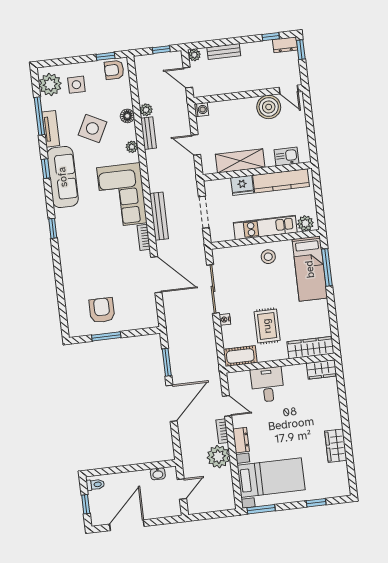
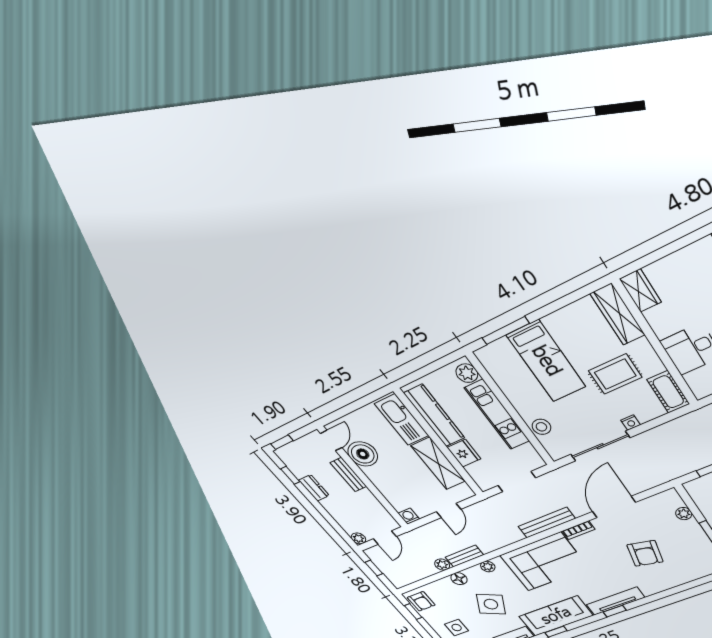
dresser: (285, 45) -> (314, 488), moved
bench: (224, 52) -> (348, 475), moved
kitchen sink: (287, 156) -> (402, 420), width x1.88, depth x1.24
tv unit: (63, 234) -> (615, 601), added
stool: (268, 257) -> (541, 427), moved
bed: (310, 269) -> (546, 361), moved, turned 90
armchair: (102, 310) -> (645, 553), moved, turned -77
plant: (133, 324) -> (684, 514), added

